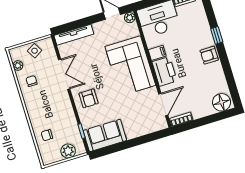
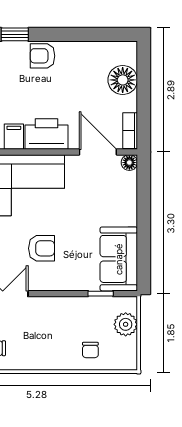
armchair: (209, 55) -> (43, 56), turned 90
armchair: (89, 98) -> (42, 248), moved
floor lamp: (222, 102) -> (123, 80), moved
floor lamp: (163, 125) -> (129, 163), added

